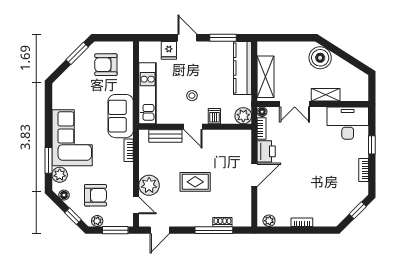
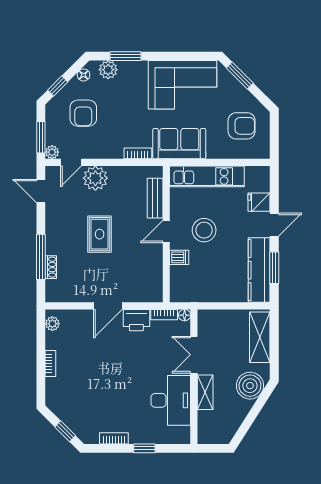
window: (77, 53) -> (240, 75), moved
armchair: (106, 65) -> (242, 126), turned 90
kitchen counter: (243, 68) -> (259, 270), moved, turned -90
shelving: (266, 77) -> (260, 337), moved, turned 90
stool: (192, 96) -> (204, 230), width x1.89, depth x1.89
plant: (243, 116) -> (180, 292), removed
desk: (348, 123) -> (171, 400), moved
corner sofa: (72, 138) -> (182, 85), moved
door: (254, 175) -> (108, 306), hinge flipped
plant: (97, 221) -> (52, 152), moved

